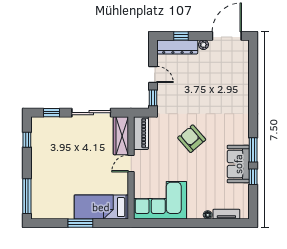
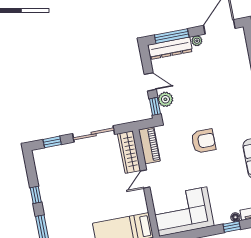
window: (181, 36) -> (172, 36), width x2.17
plant: (164, 93) -> (165, 99), added
armchair: (192, 139) -> (203, 141), turned 131
window: (27, 140) -> (36, 195), moved
window: (203, 223) -> (232, 227), added

